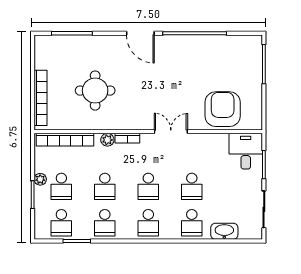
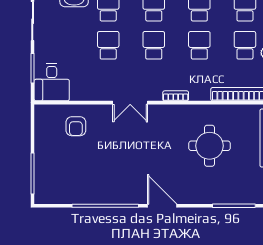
armchair: (223, 109) -> (76, 126), width x0.53, depth x0.53
plant: (107, 140) -> (197, 94), removed

